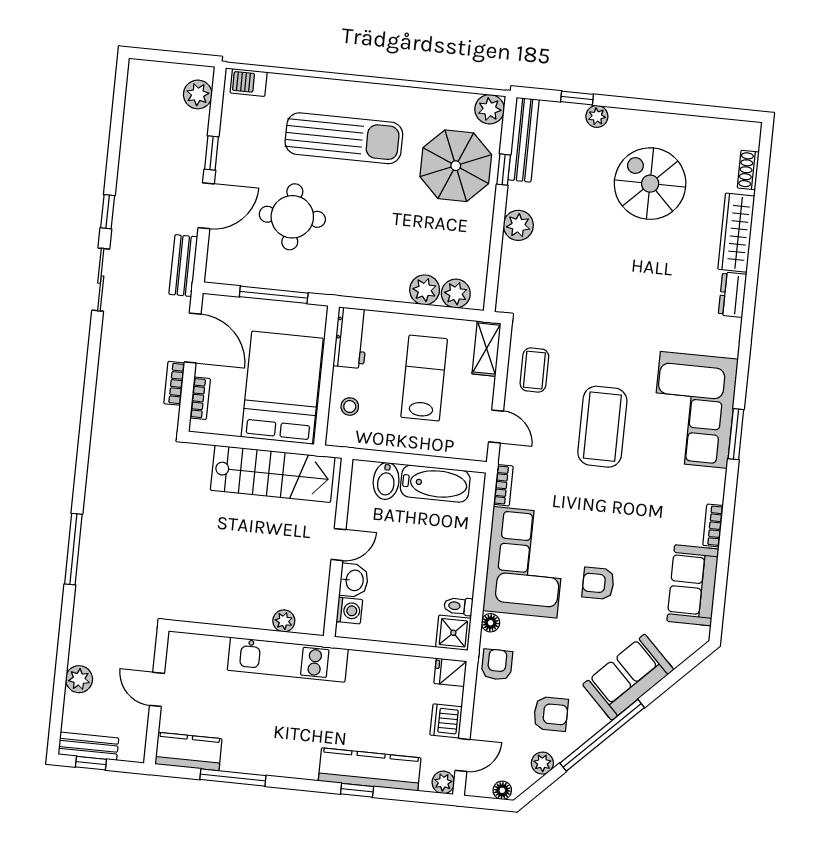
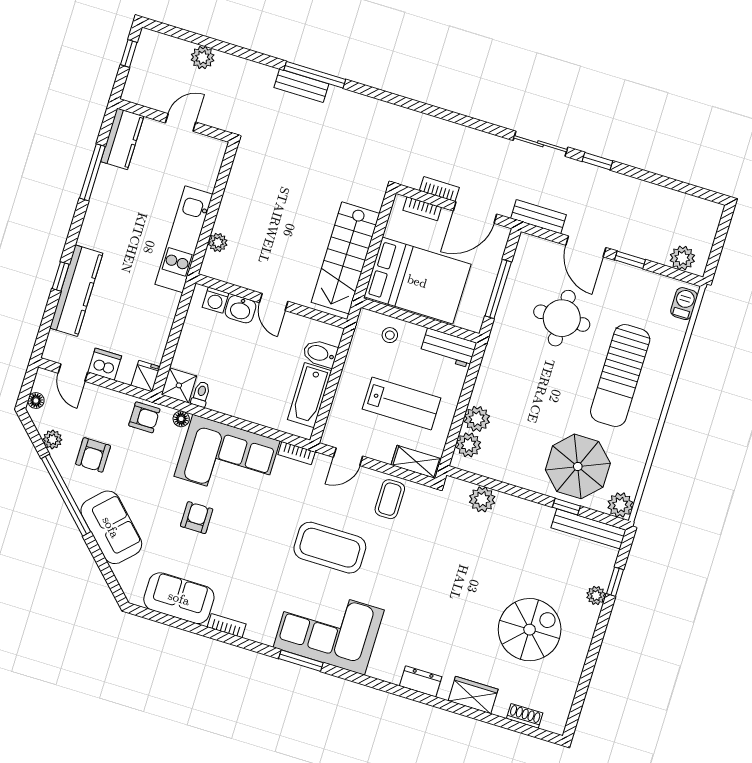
plant: (518, 225) -> (482, 499), moved
wardrobe: (736, 233) -> (473, 695), width x0.67
coffee table: (534, 370) -> (390, 499), turned 90
bench: (88, 746) -> (301, 86), moved, turned 90
plant: (443, 782) -> (53, 351), removed

